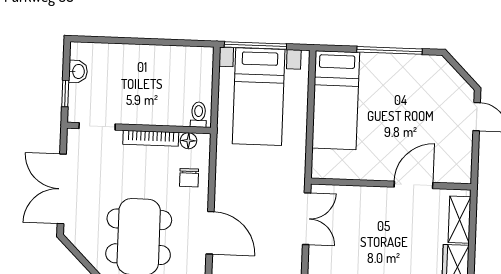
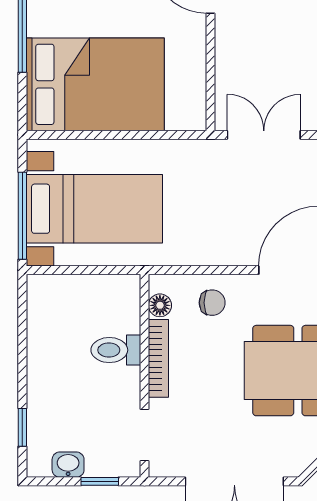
window: (106, 40) -> (22, 427), added
bed: (336, 100) -> (95, 84), width x1.50
toilet: (198, 115) -> (116, 350), moved, width x1.37, depth x1.39

